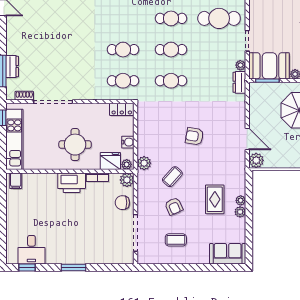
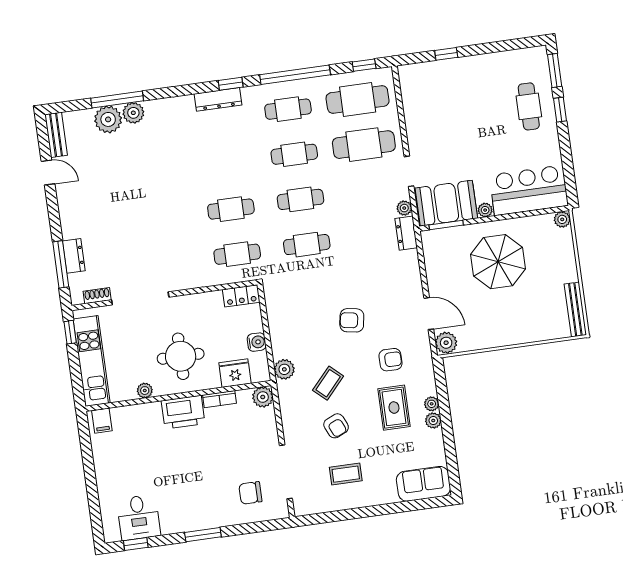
plant: (127, 164) -> (145, 391), moved
armchair: (217, 167) -> (390, 360), added
chair: (122, 203) -> (250, 493), moved

